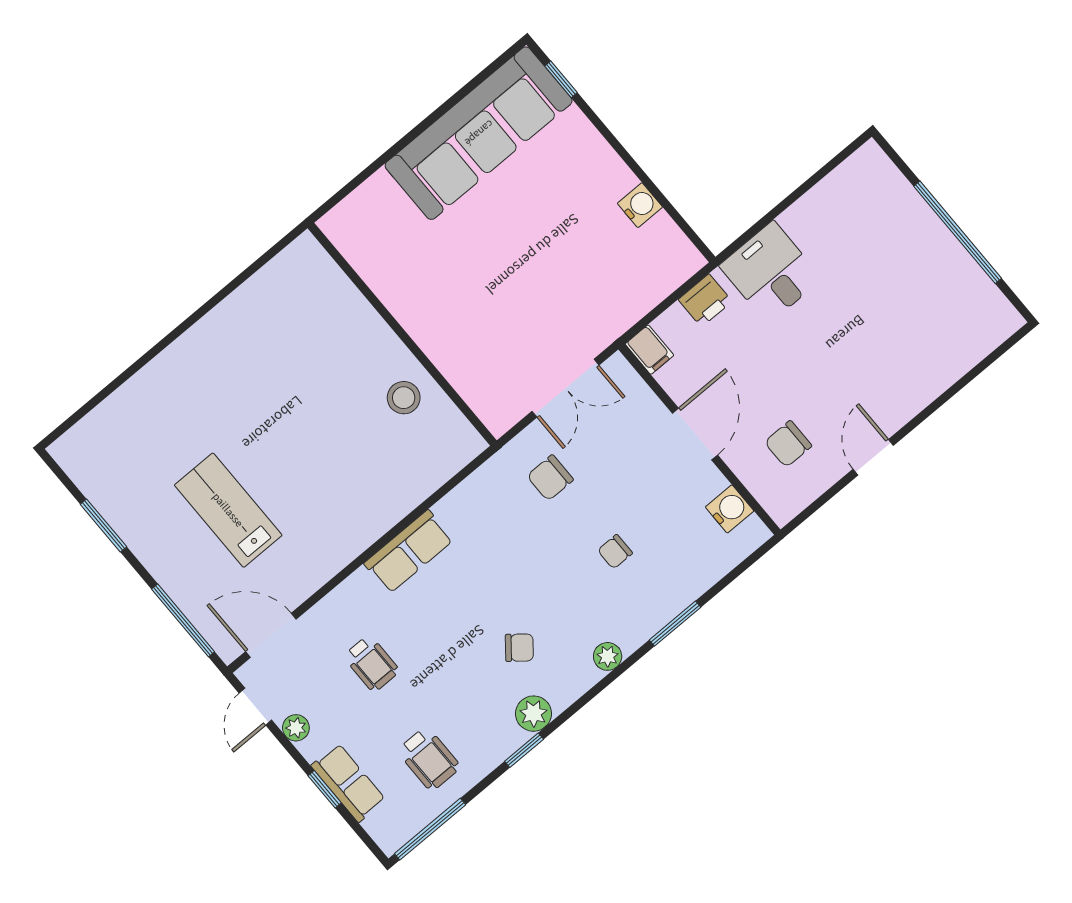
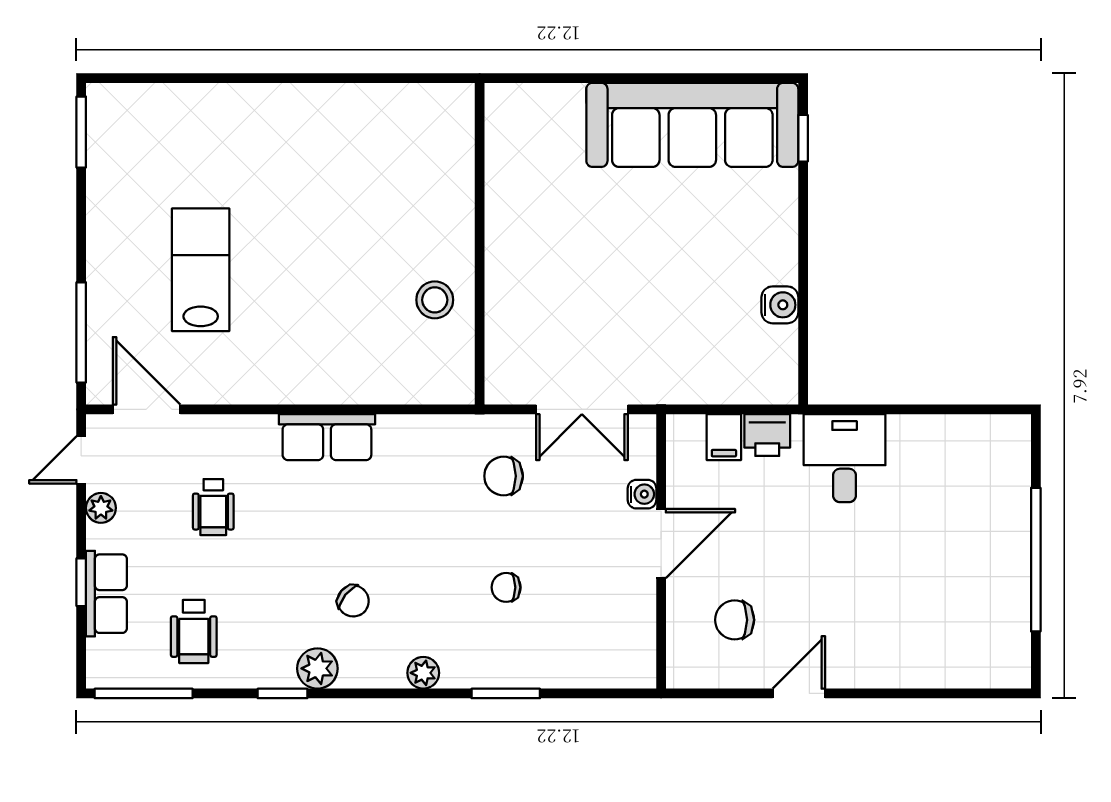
filing cabinet: (649, 350) -> (724, 437), moved
water cooler: (730, 509) -> (642, 494), moved, width x0.72, depth x0.72
window: (103, 526) -> (81, 132), moved

